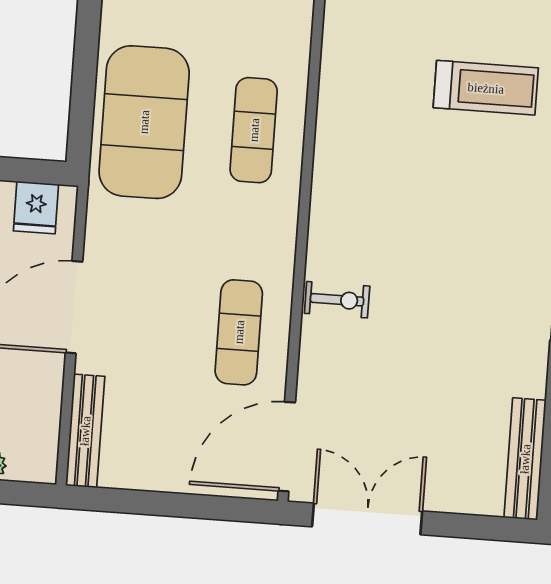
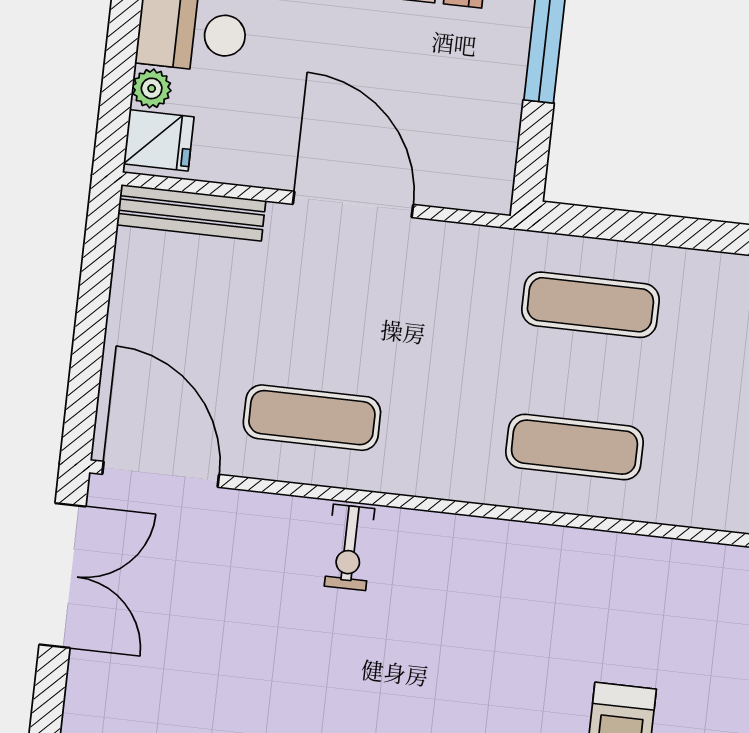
exercise mat: (144, 122) -> (590, 305), width x0.50, depth x0.69
fridge: (36, 208) -> (159, 140), moved, turned 180

